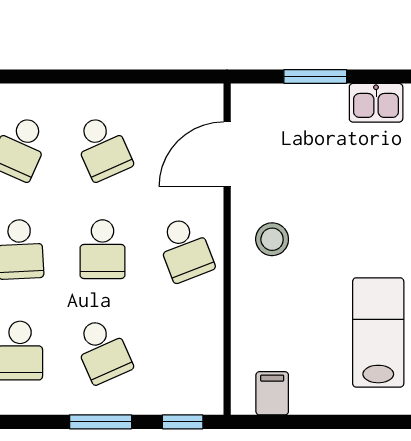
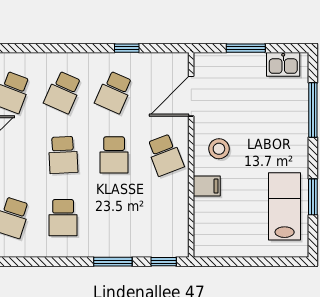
window: (123, 76) -> (127, 48), added
school desk: (103, 148) -> (114, 92), turned 48
school desk: (103, 351) -> (114, 218), removed
filing cabinet: (272, 393) -> (207, 186), moved, turned 90

